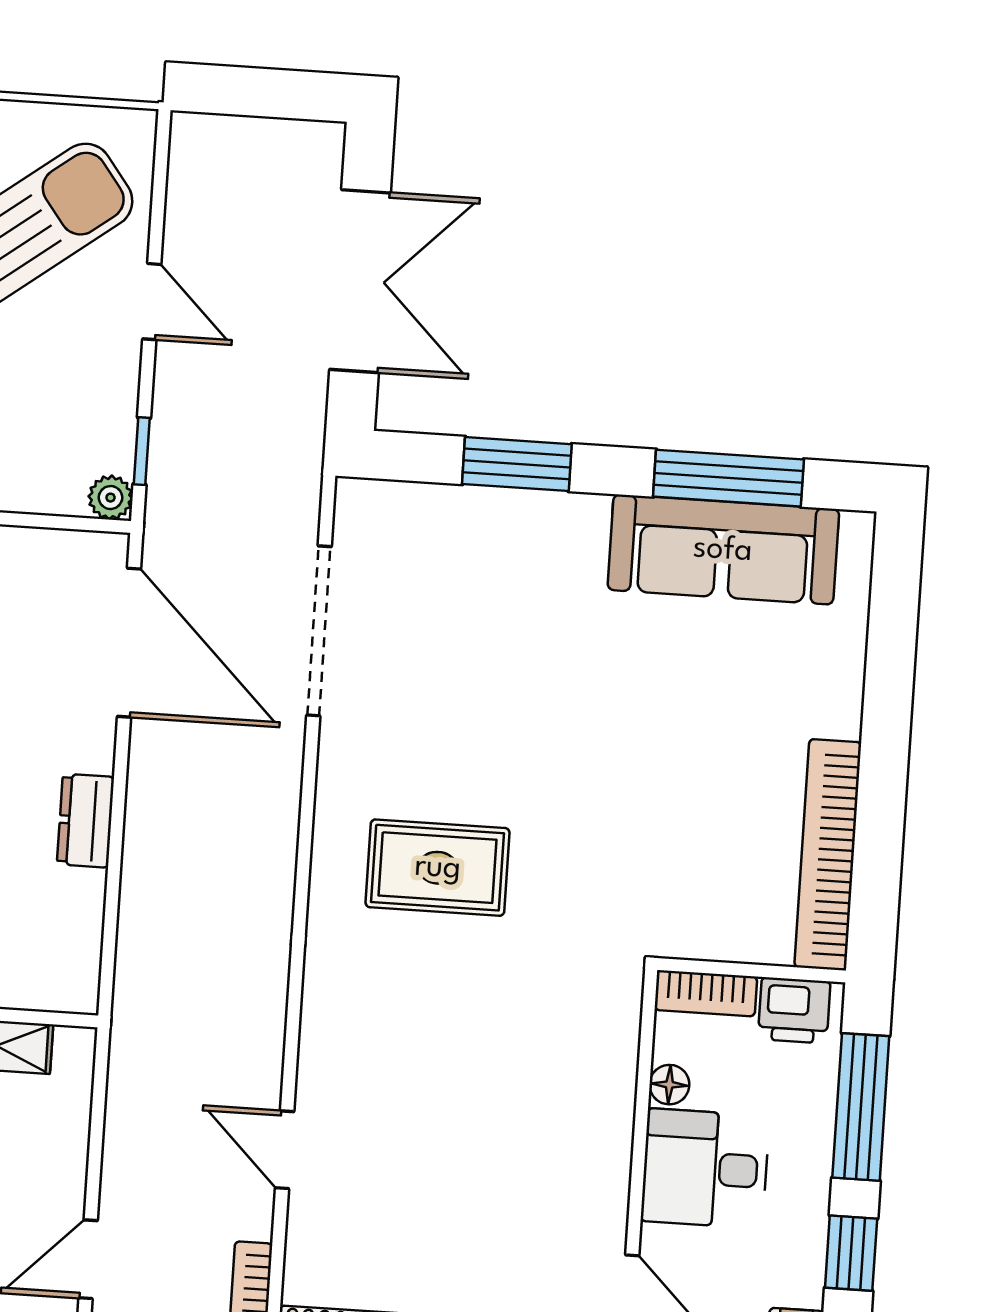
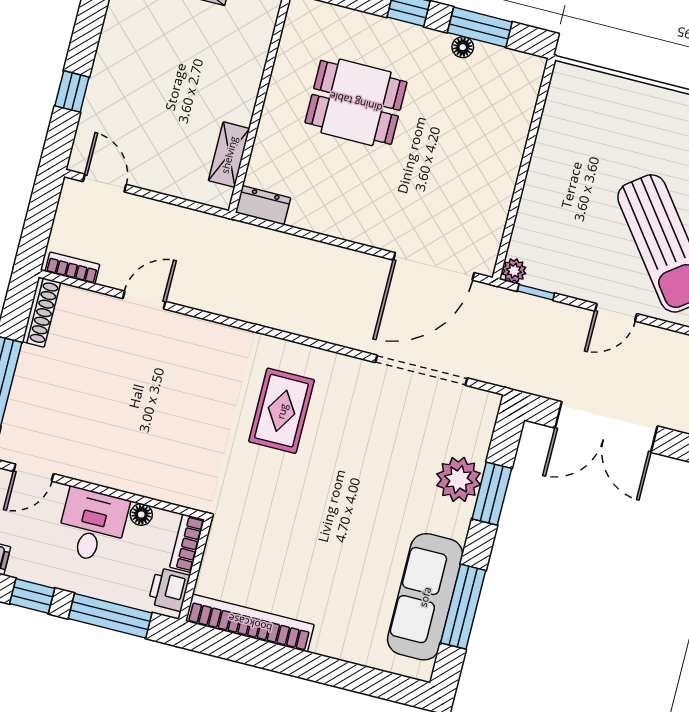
plant: (502, 528) -> (459, 479), added
dresser: (86, 821) -> (263, 205), moved

